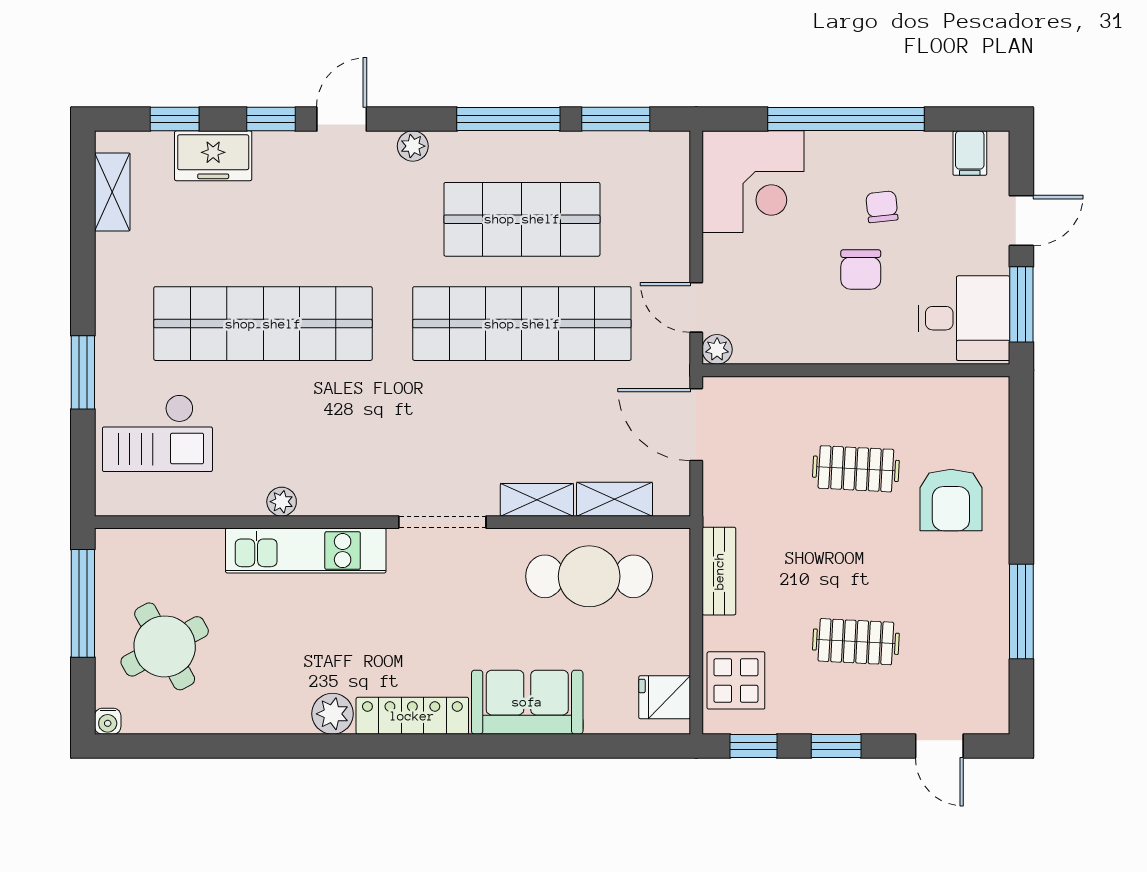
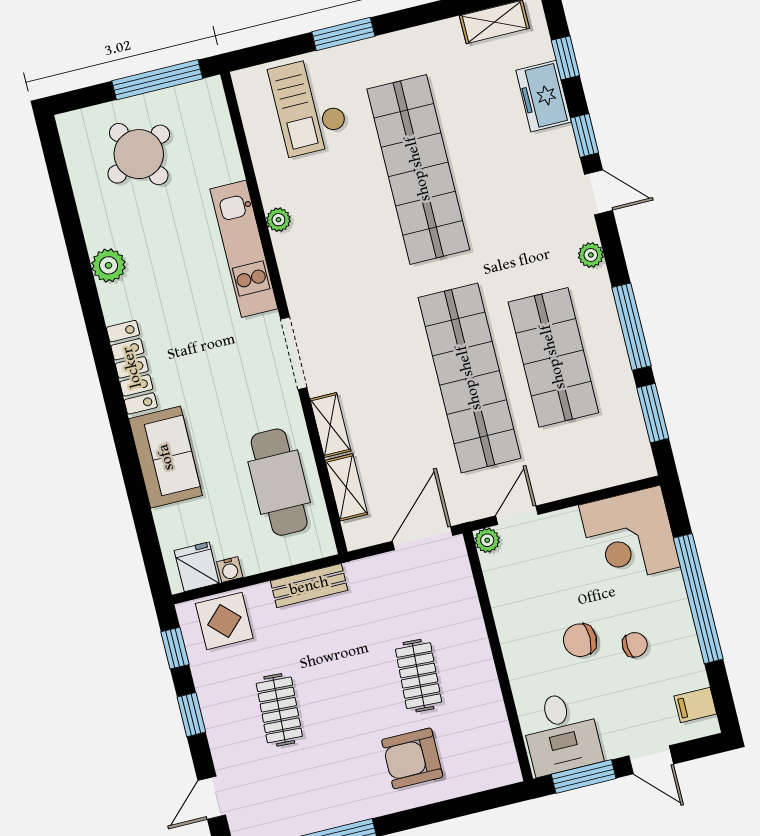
plant: (333, 714) -> (109, 265), moved
water cooler: (108, 721) -> (230, 570), moved, turned -90

